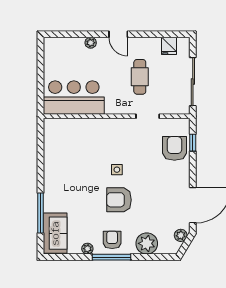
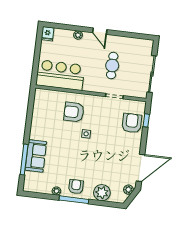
fridge: (169, 46) -> (47, 34), moved
armchair: (119, 200) -> (74, 112), moved
sofa: (55, 233) -> (36, 156), moved

